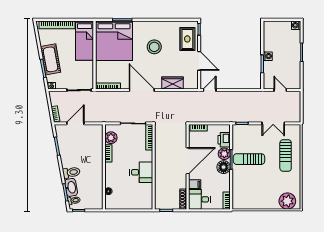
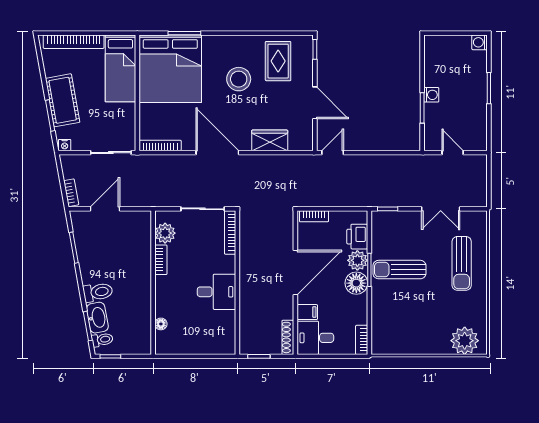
rug: (187, 39) -> (278, 61), moved

